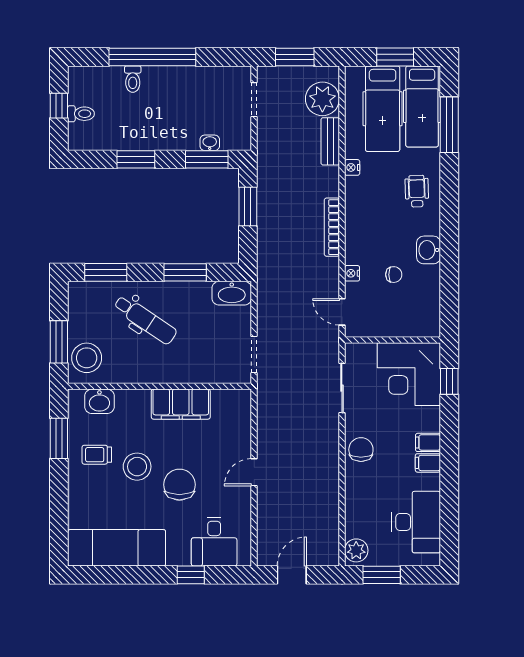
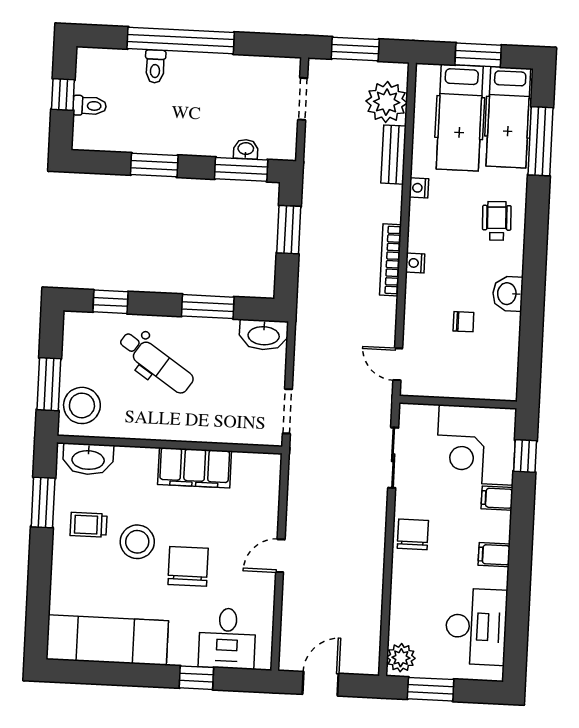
window: (106, 272) -> (110, 302), width x0.67
nightstand: (352, 273) -> (415, 263), moved
washbasin: (99, 401) -> (88, 459), width x1.38
filing cabinet: (428, 442) -> (497, 498), moved

